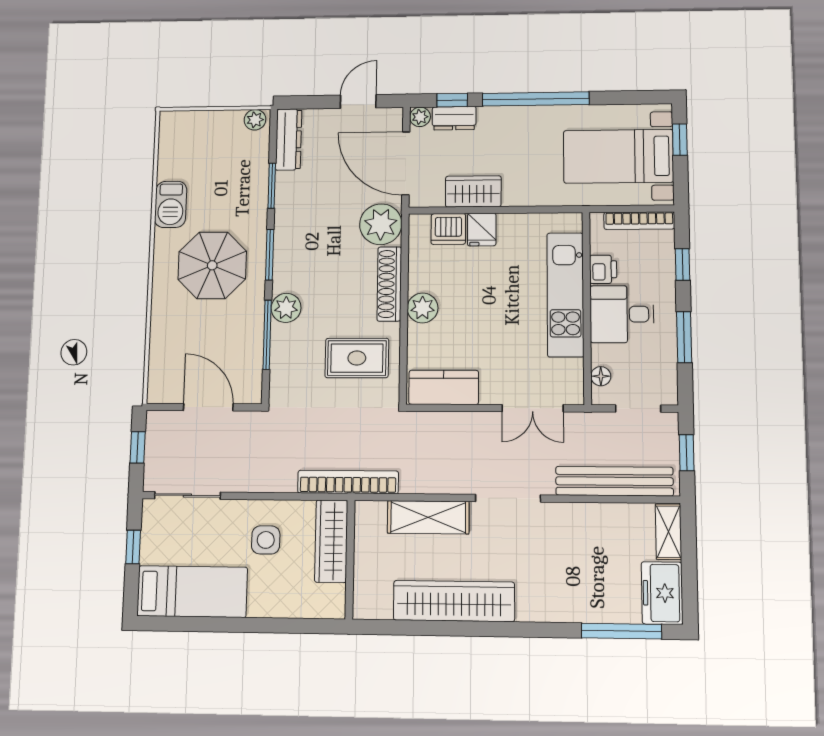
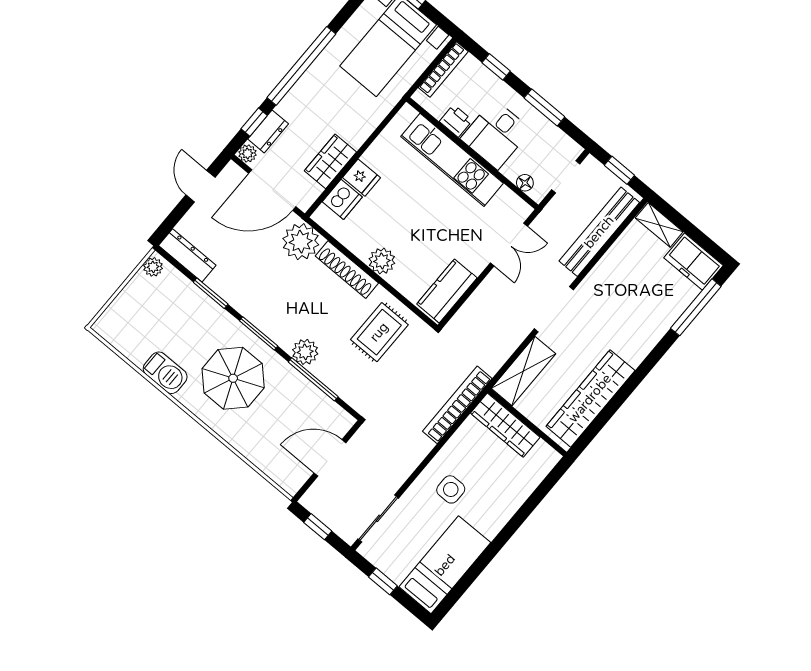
wardrobe: (331, 541) -> (505, 425), moved
wall: (350, 559) -> (527, 422), moved

